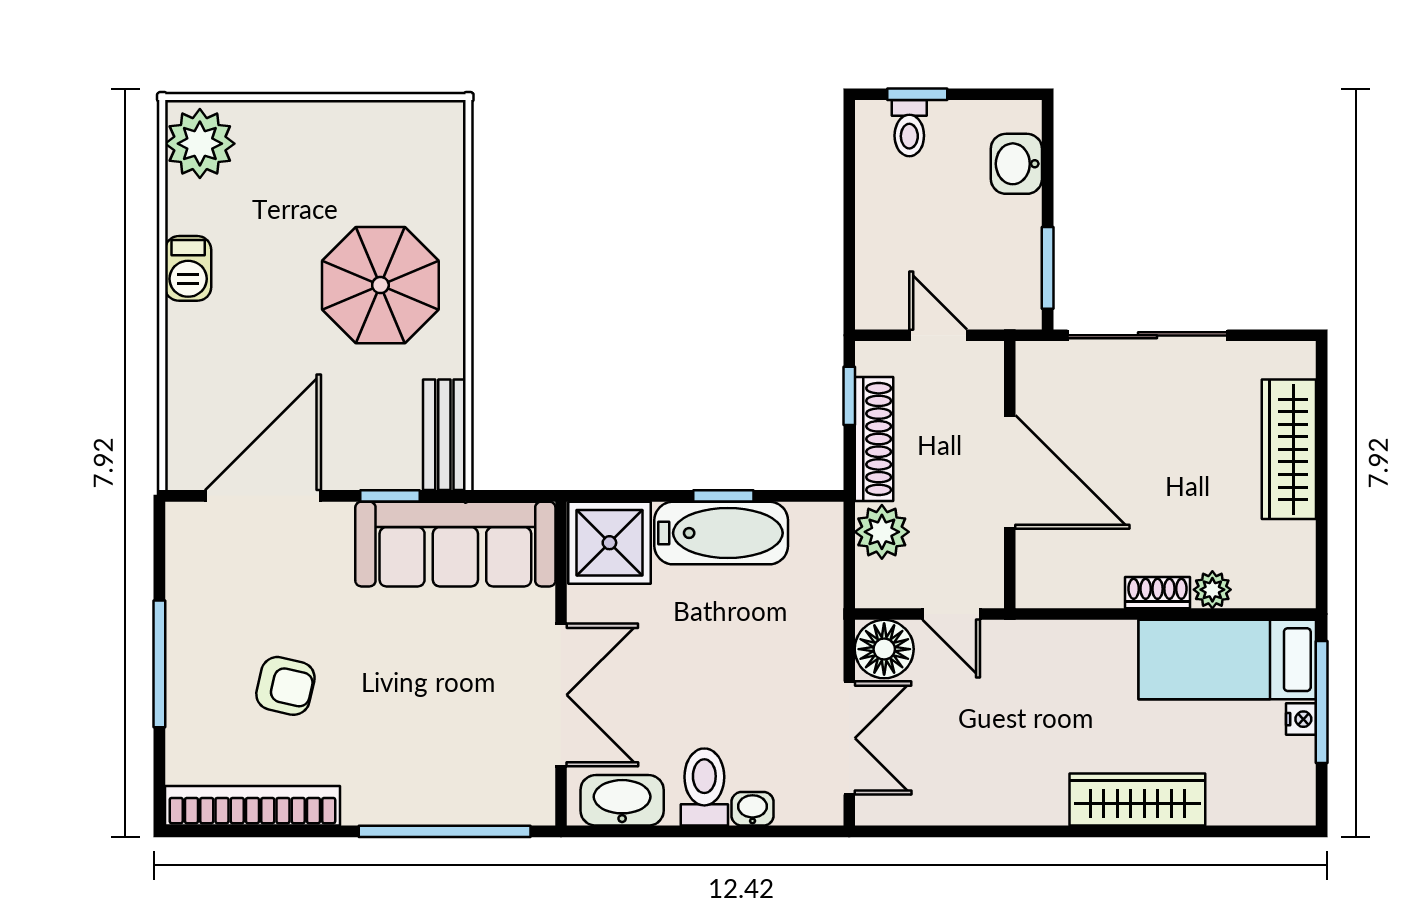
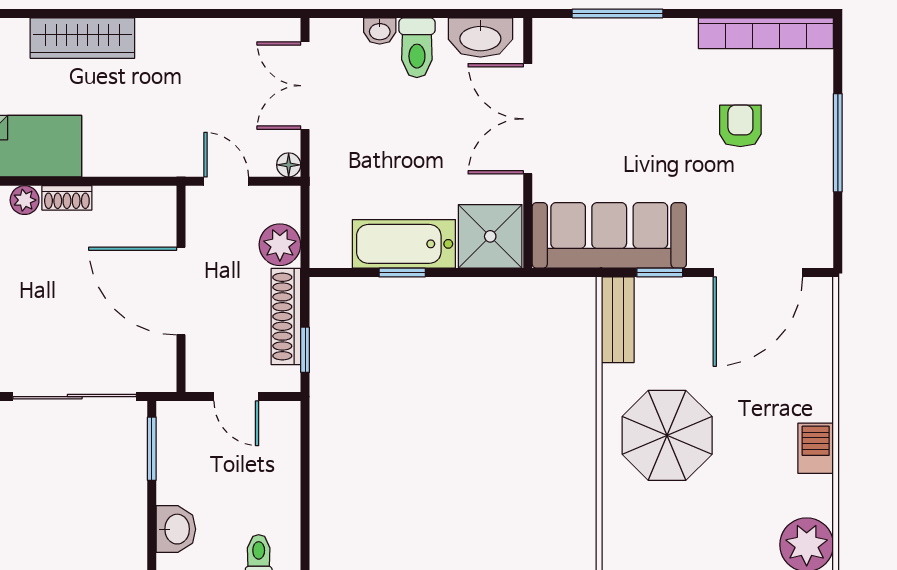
floor lamp: (884, 649) -> (289, 165), width x0.53, depth x0.53
armchair: (285, 686) -> (740, 126), turned 77
window: (445, 831) -> (618, 13), width x0.68

